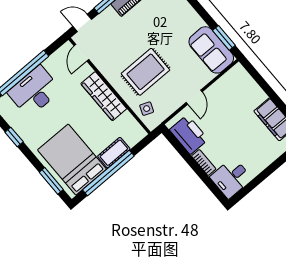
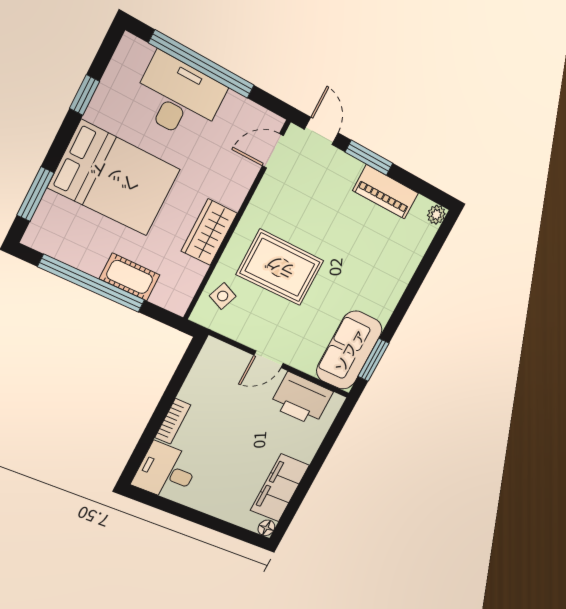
wardrobe: (104, 96) -> (209, 232), width x0.67
printer: (189, 135) -> (302, 399), moved, turned 90
bed: (72, 160) -> (114, 178), moved, turned 90

